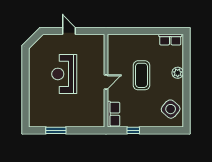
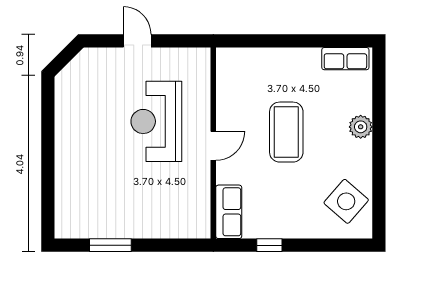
reception desk: (64, 74) -> (156, 121), moved

